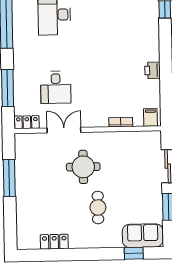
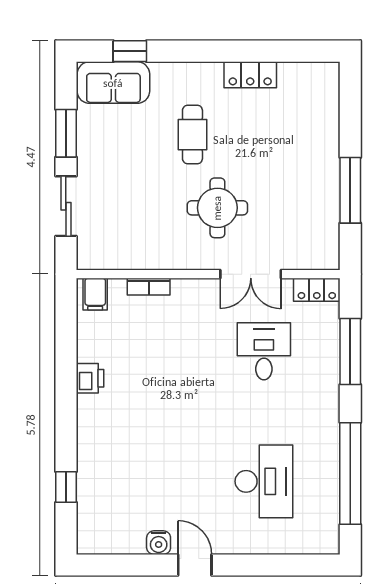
locker: (54, 242) -> (250, 75), moved

